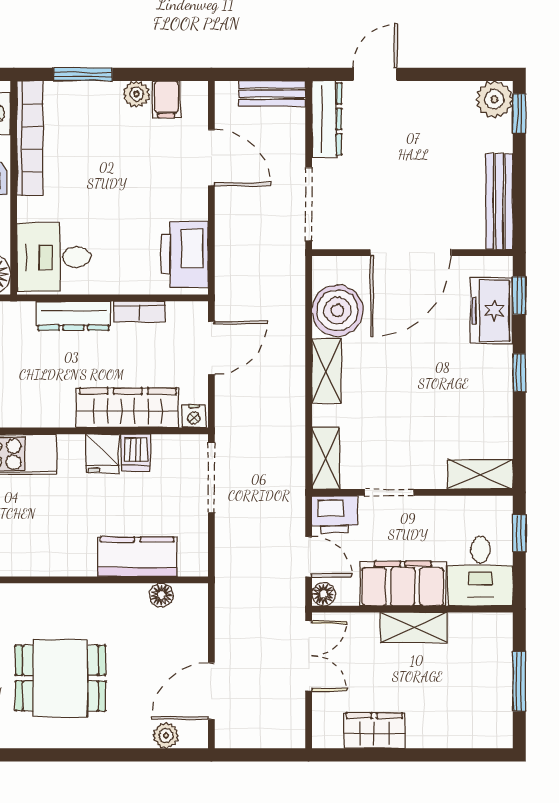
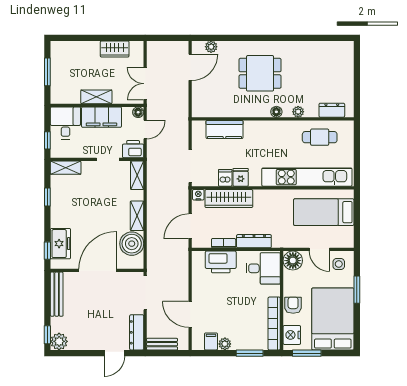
printer: (184, 254) -> (221, 262), moved, turned 90
window: (519, 373) -> (47, 197), moved
door: (309, 557) -> (145, 130), swing flipped
floor lamp: (161, 595) -> (276, 112), moved

